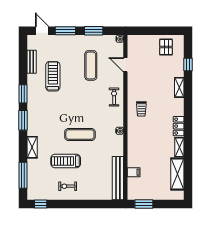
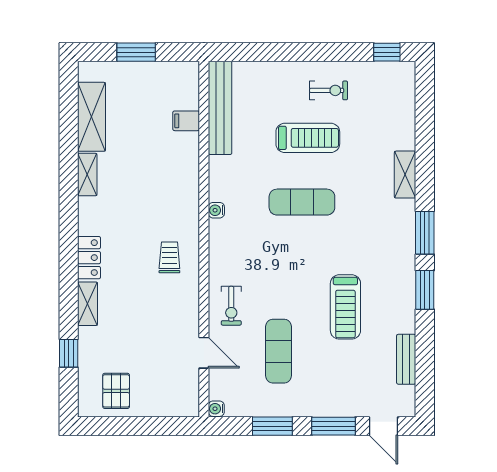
treadmill: (53, 76) -> (345, 307), moved
exercise bike: (114, 97) -> (231, 306), moved
locker: (179, 126) -> (89, 258), moved
treadmill: (66, 161) -> (308, 138), moved
window: (23, 175) -> (425, 114), removed
window: (144, 204) -> (136, 52), moved

